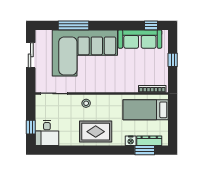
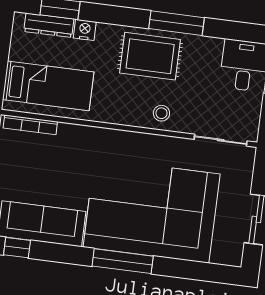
window: (74, 25) -> (123, 261), moved
window: (84, 150) -> (177, 23), added

